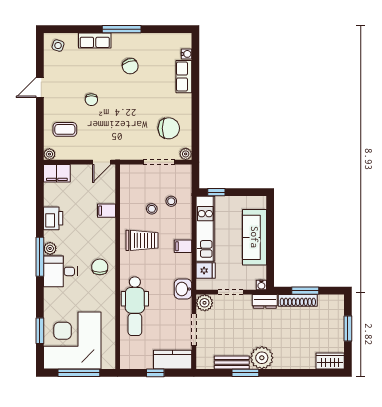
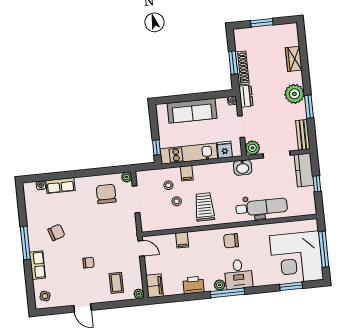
filing cabinet: (183, 246) -> (187, 173), moved
wardrobe: (330, 361) -> (294, 59), moved
bench: (232, 363) -> (303, 135), moved

